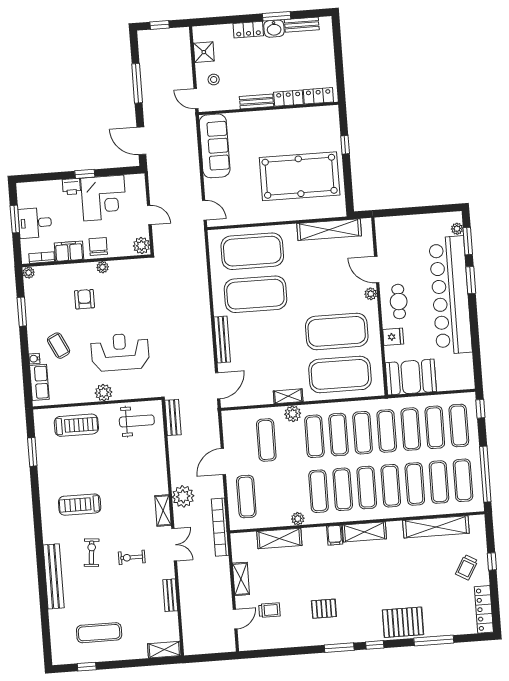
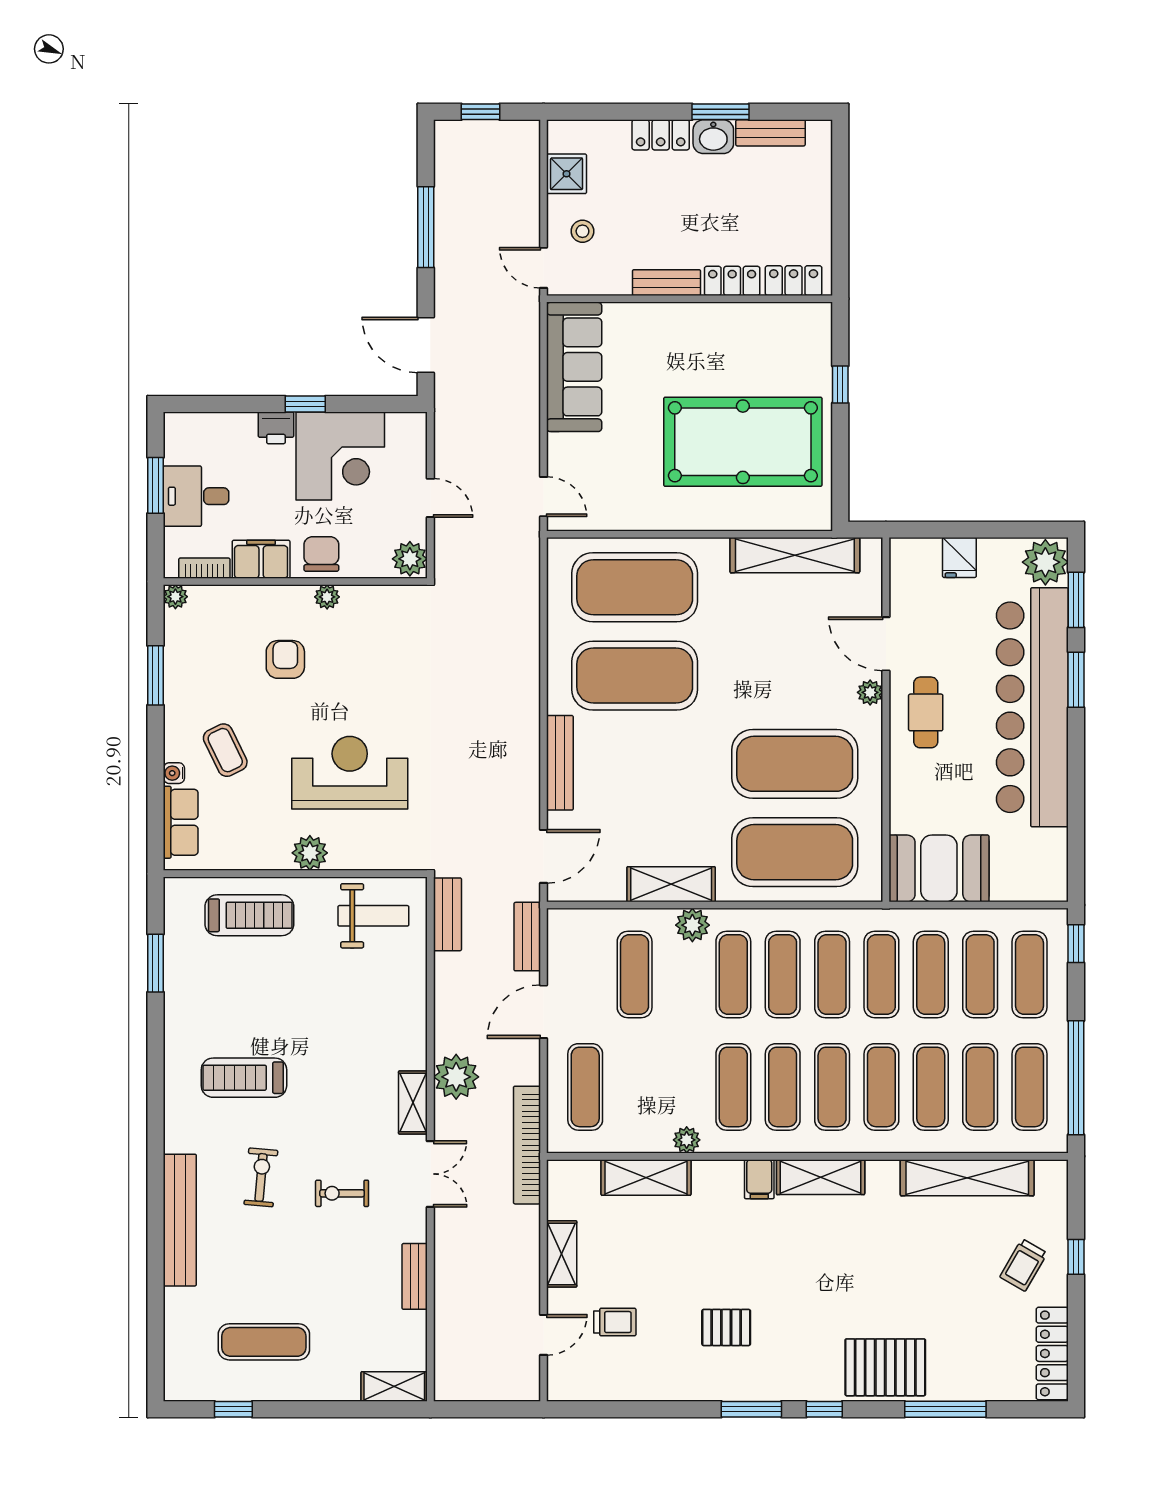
plant: (457, 229) -> (1045, 562), width x1.88, depth x1.88
fridge: (393, 337) -> (959, 558), moved, turned 90
shelving: (288, 396) -> (671, 884), width x1.50, depth x1.33
bench: (213, 425) -> (527, 937), added

